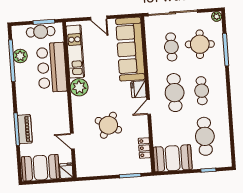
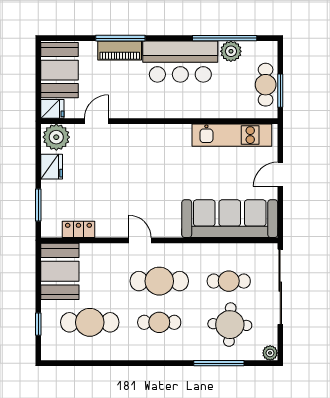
bar counter: (52, 67) -> (180, 62), moved, turned 180
plant: (79, 87) -> (56, 137), moved
fridge: (138, 89) -> (52, 167), moved, turned 90
round table: (108, 125) -> (117, 177), removed

